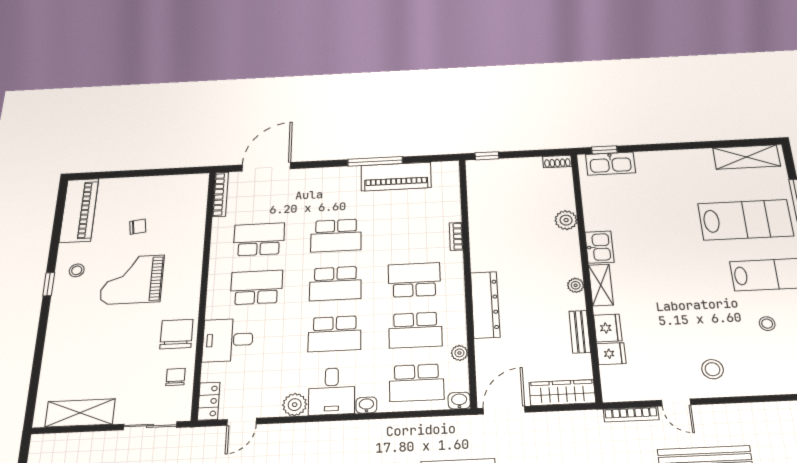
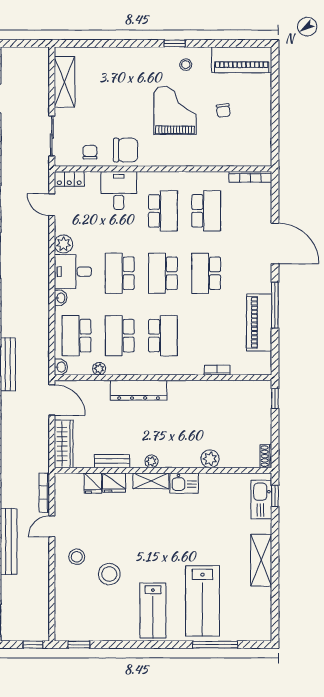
shelving: (747, 157) -> (261, 560), moved
door: (266, 167) -> (275, 243), moved
bookcase: (456, 236) -> (217, 370), moved
stool: (767, 324) -> (109, 574), moved, width x1.89, depth x1.89
chair: (176, 377) -> (90, 152), turned -90

